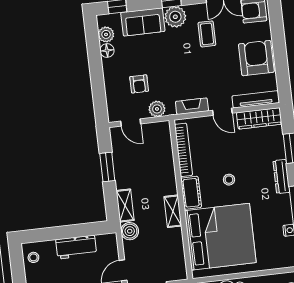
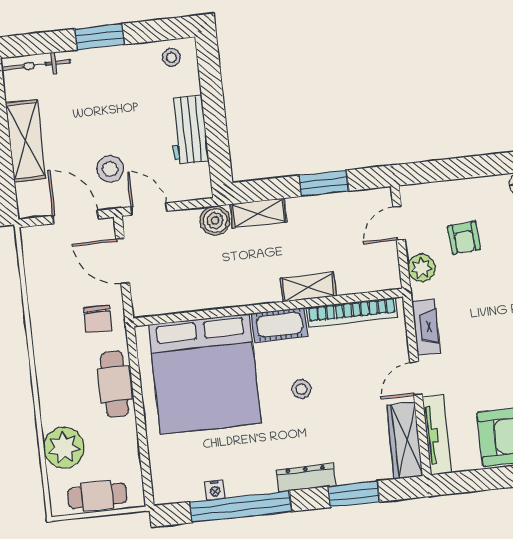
armchair: (139, 84) -> (464, 238), turned -94
shelving: (173, 211) -> (308, 287), moved

